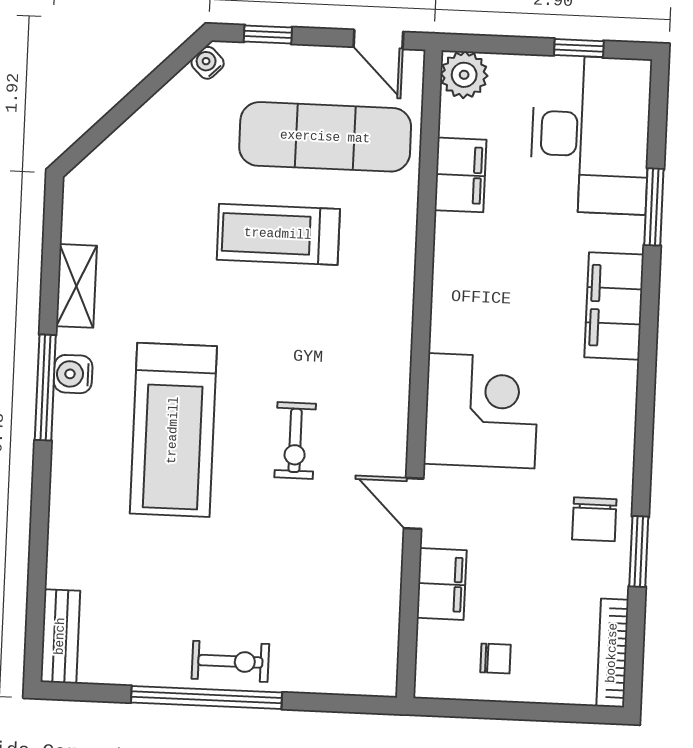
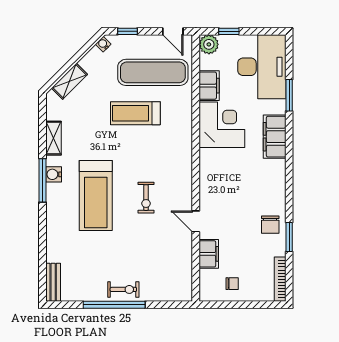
window: (579, 48) -> (229, 31), moved
shelving: (121, 149) -> (69, 81), added
corner desk: (481, 411) -> (222, 125), moved

